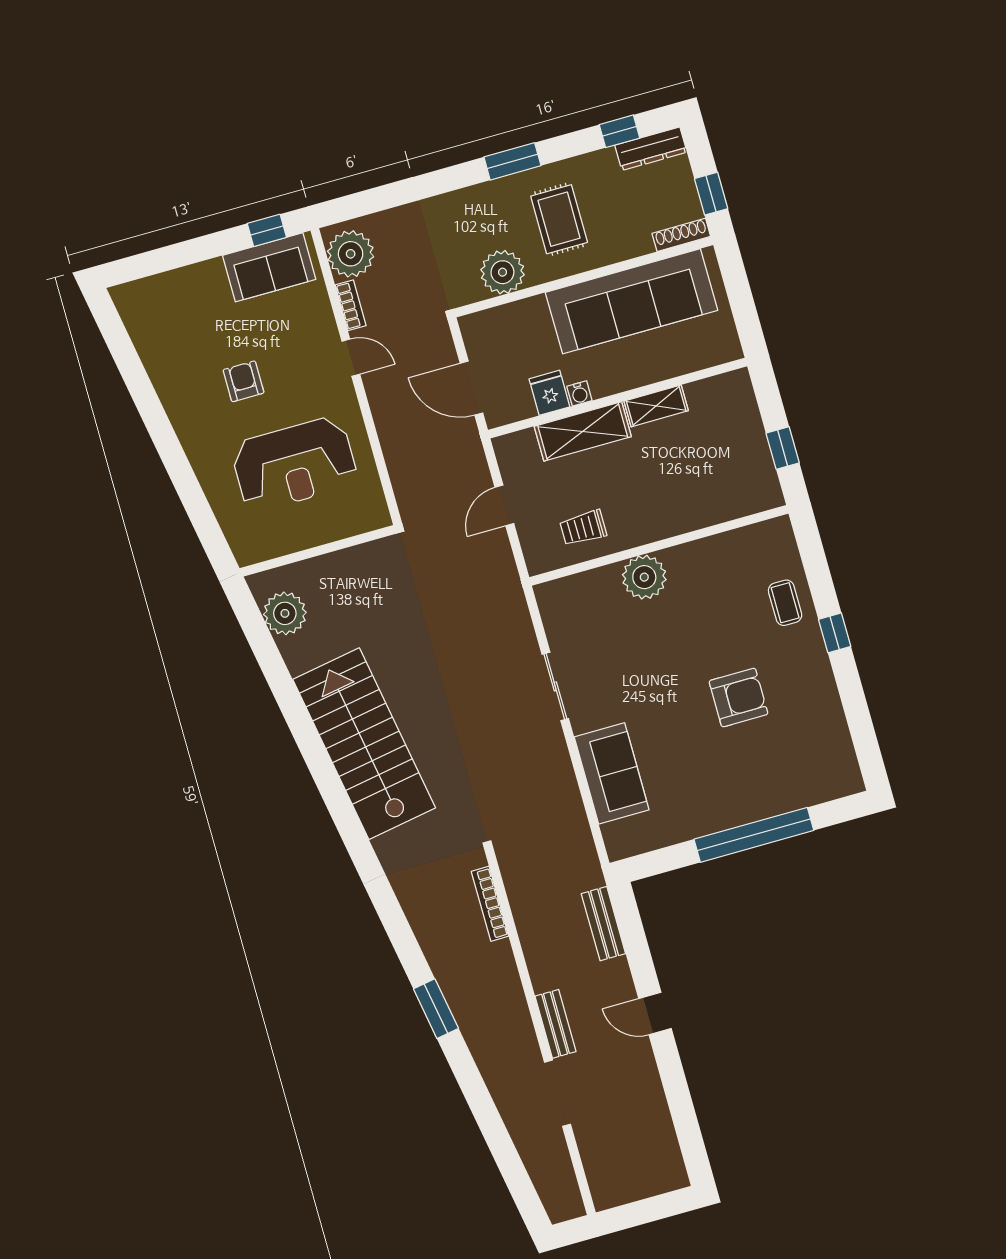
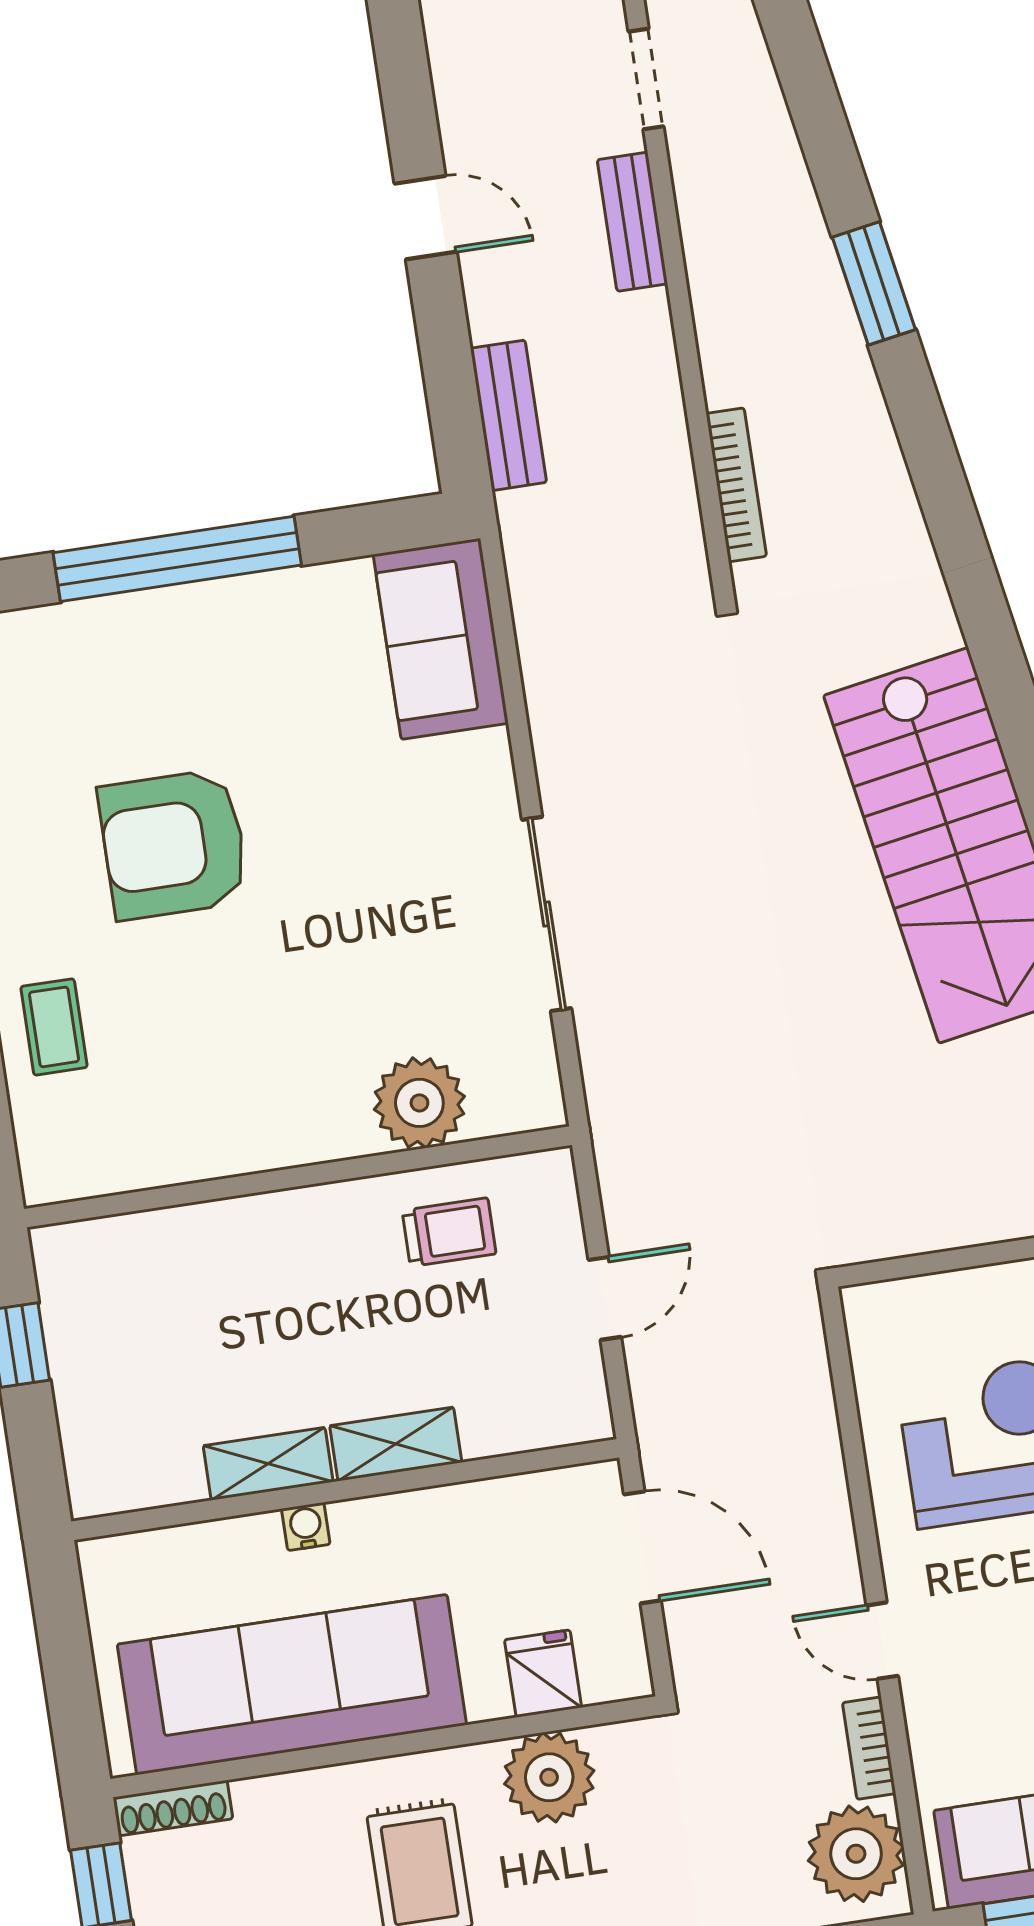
fridge: (549, 393) -> (543, 1674), moved, turned 180
water cooler: (579, 393) -> (306, 1526), moved
shelving: (583, 431) -> (396, 1444), width x0.67, depth x0.75
plant: (644, 577) -> (419, 1103), moved
sliding door: (555, 686) -> (547, 914), width x1.37
armchair: (739, 698) -> (174, 844), width x1.36, depth x1.36
sofa: (612, 773) -> (441, 639), moved
doorway: (558, 1093) -> (646, 79), width x0.73

